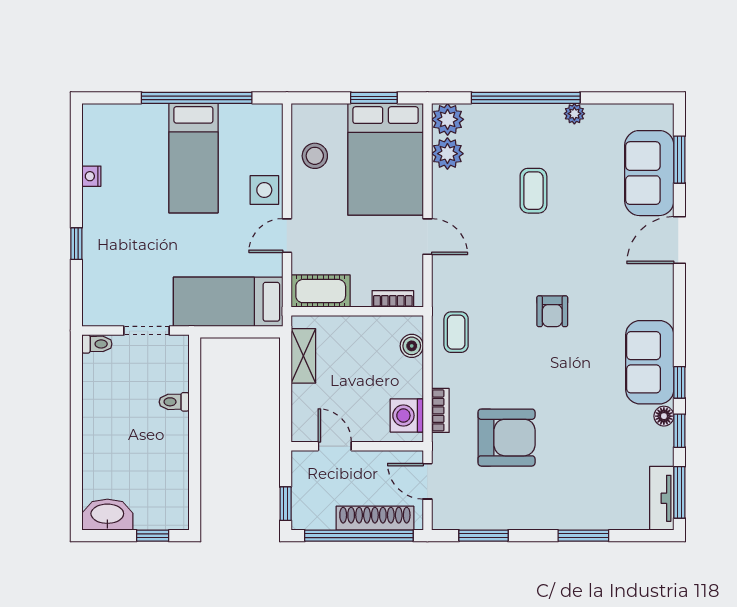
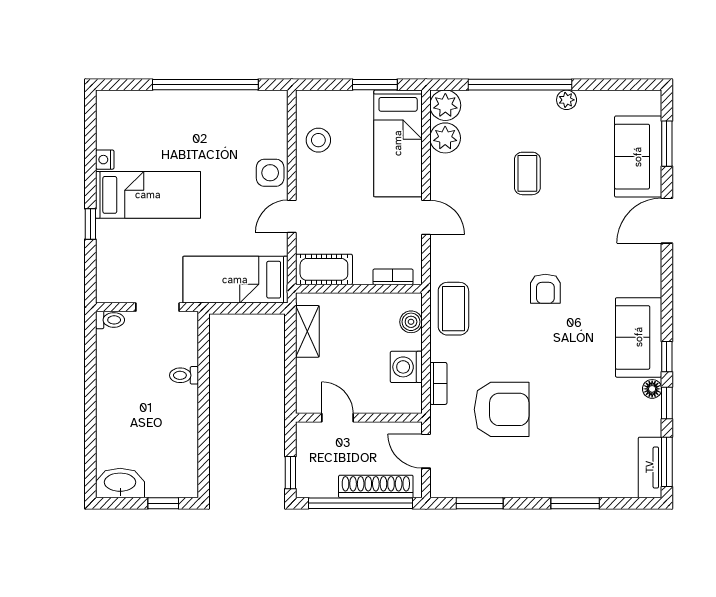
bed: (193, 158) -> (148, 195), moved, turned -90
bed: (386, 159) -> (398, 143), width x0.67
coffee table: (456, 332) -> (453, 309), width x1.36, depth x1.30
washing machine: (407, 415) -> (406, 367), moved

